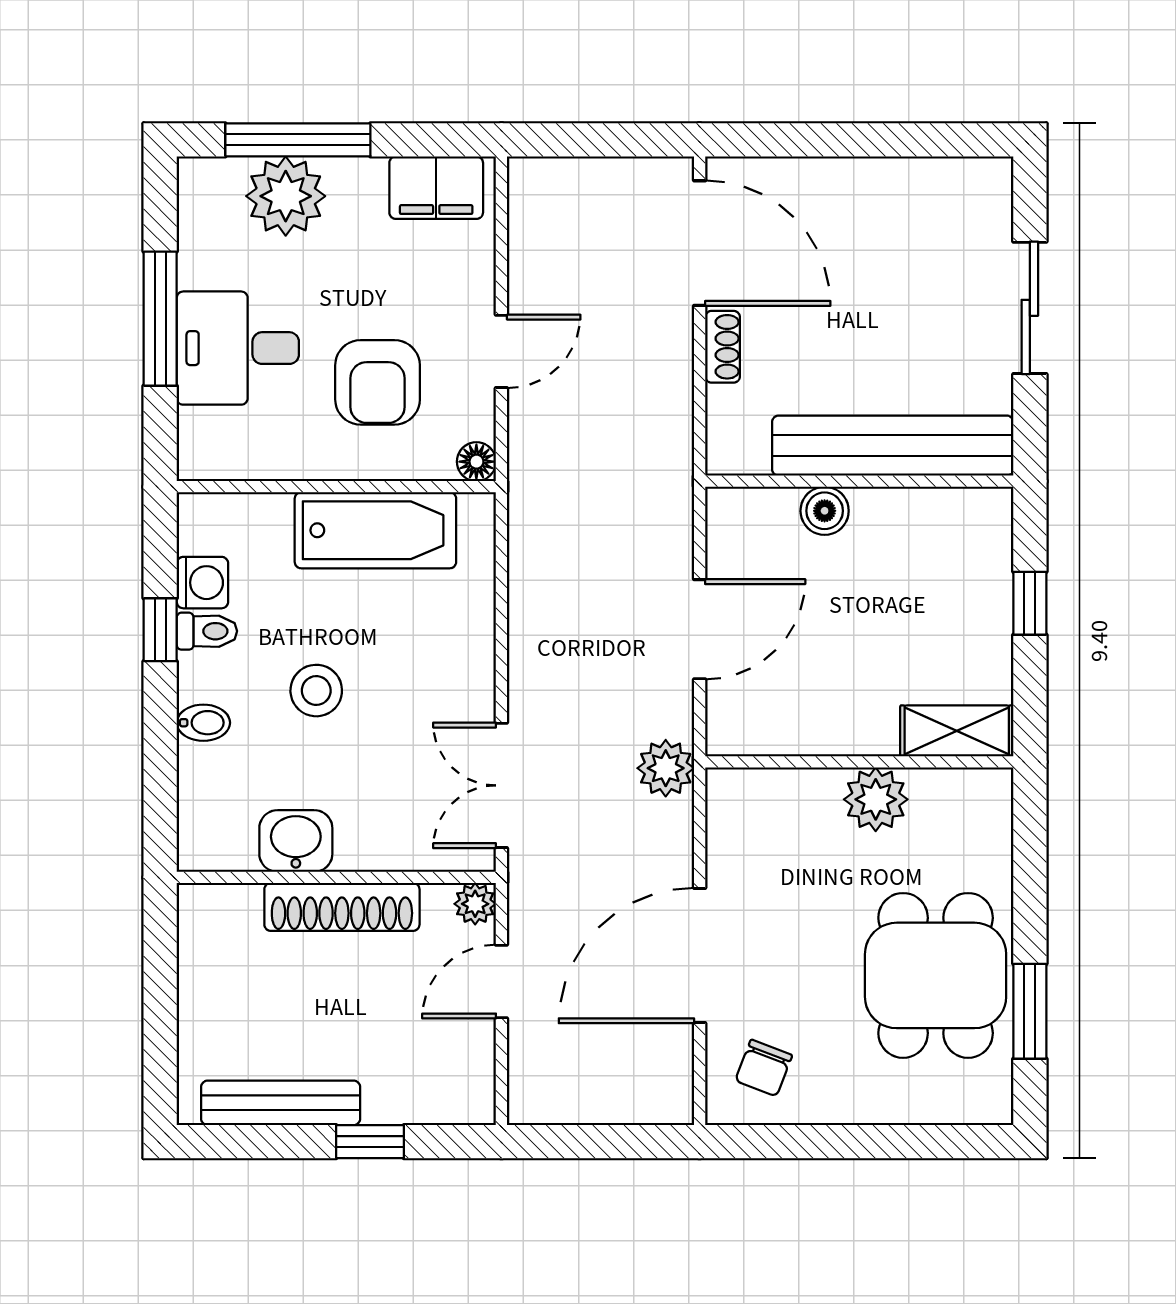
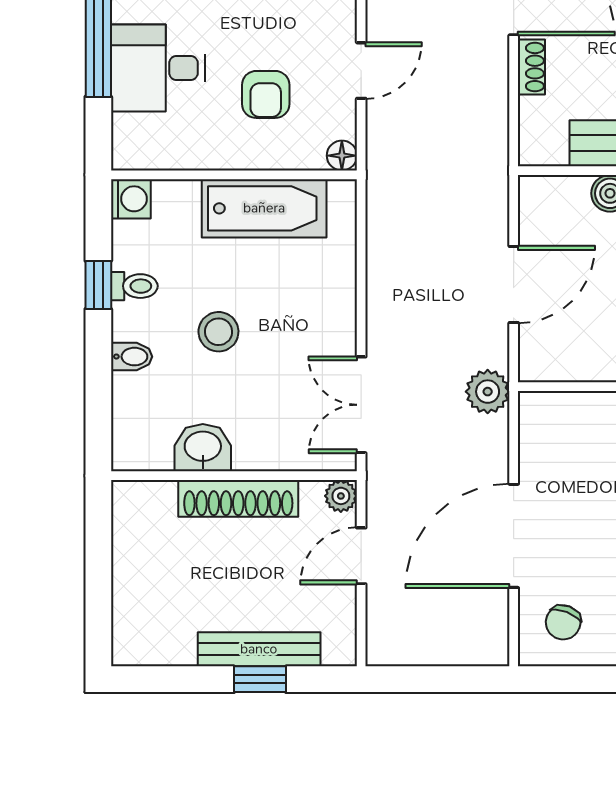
armchair: (378, 382) -> (266, 94), width x0.72, depth x0.72
washing machine: (202, 583) -> (131, 199), moved
bench: (281, 1103) -> (259, 649), moved

